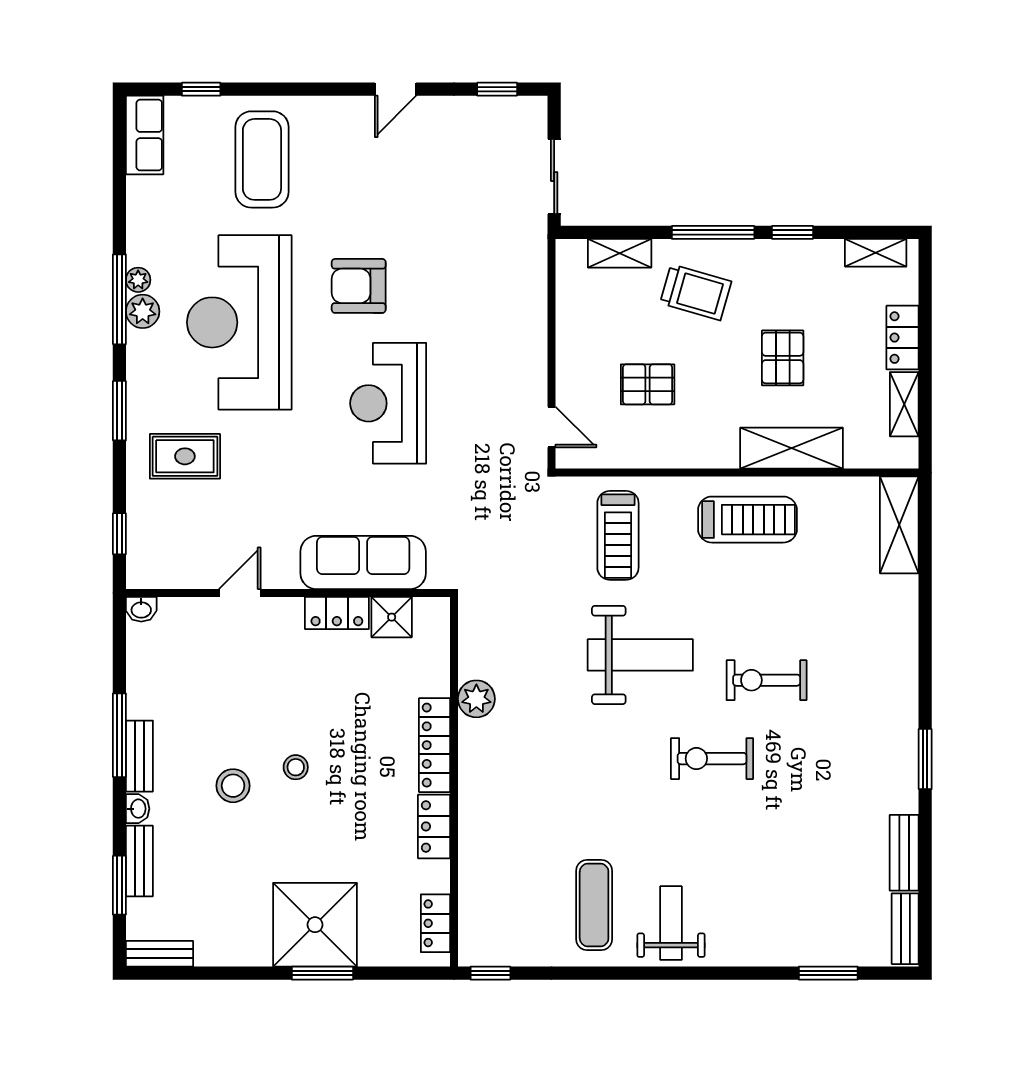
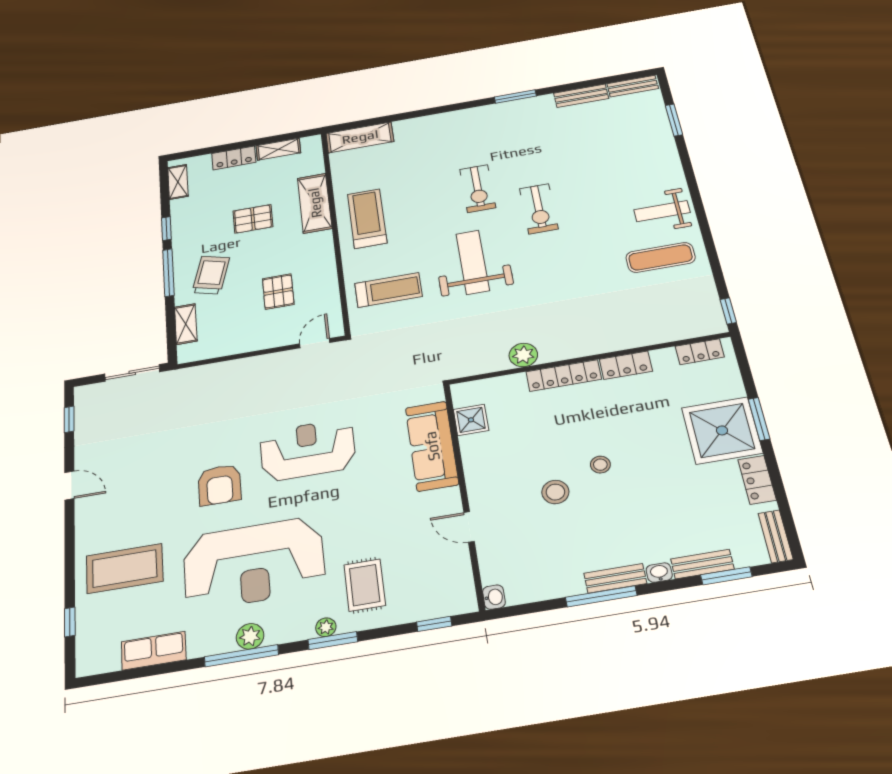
row of seats: (145, 135) -> (154, 651), moved
plant: (138, 280) -> (326, 627), moved
reception desk: (388, 403) -> (308, 450), turned 180
locker: (337, 613) -> (757, 480), moved, turned 180
stool: (233, 786) -> (555, 492), moved

